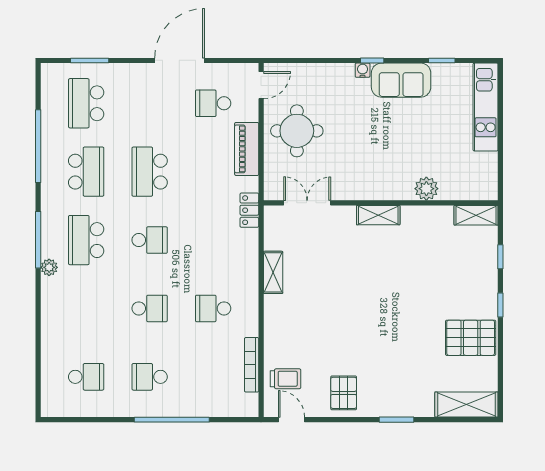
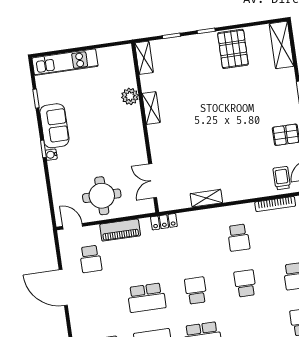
shelving: (378, 215) -> (151, 108), moved

